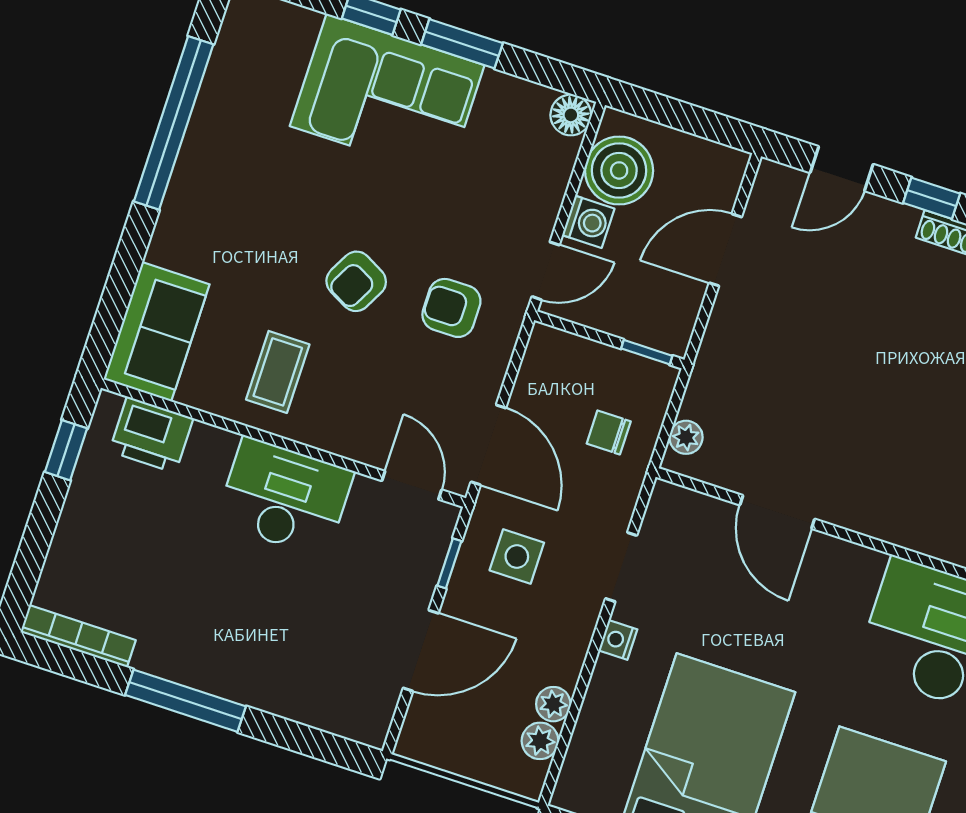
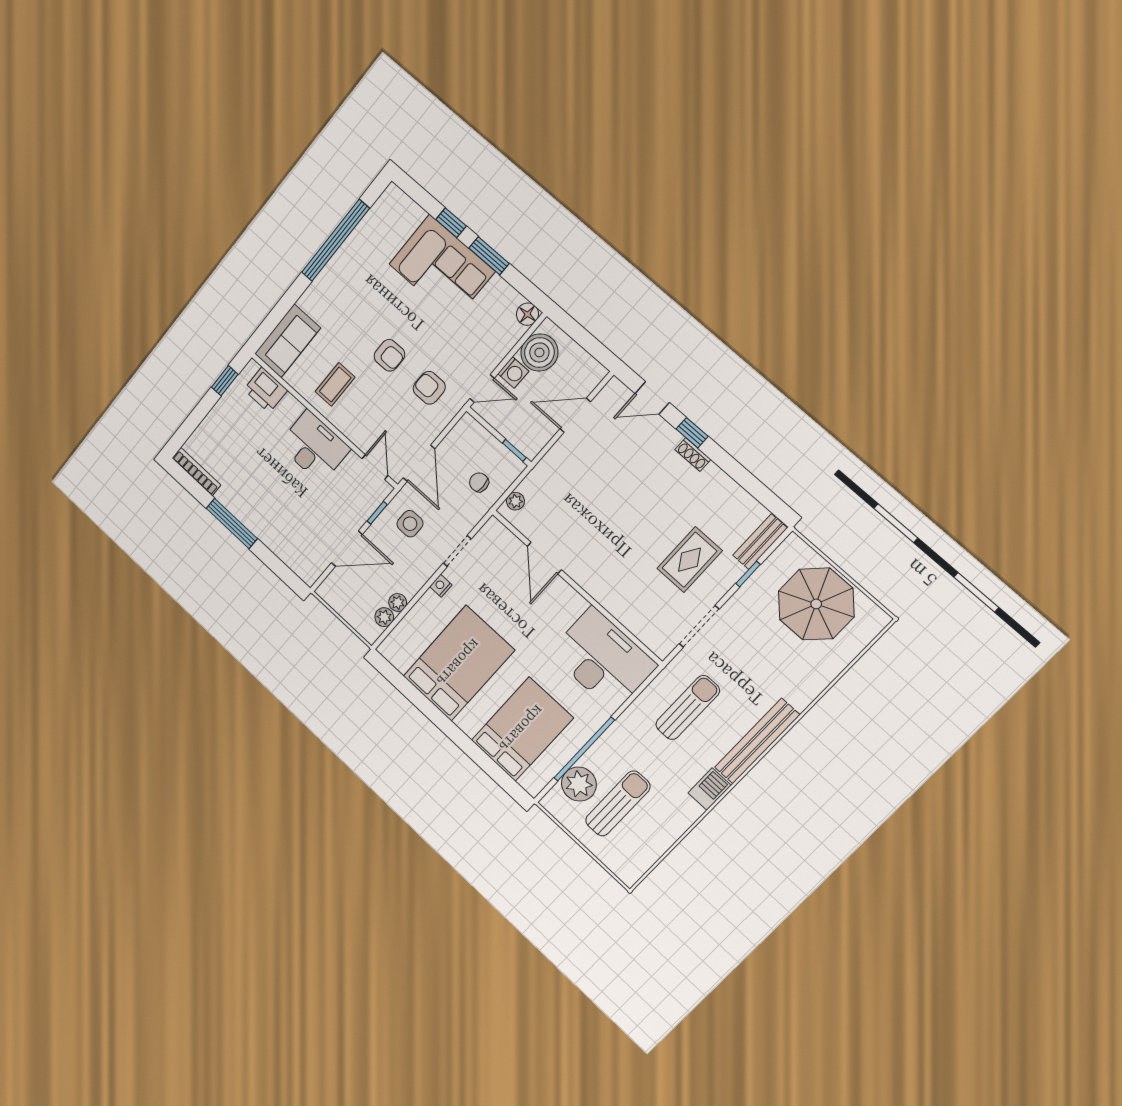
armchair: (356, 281) -> (389, 355), turned -118

